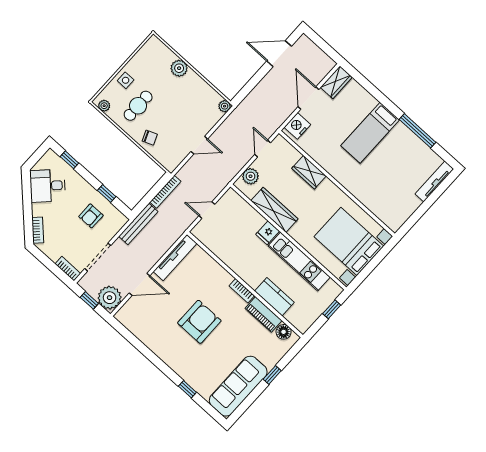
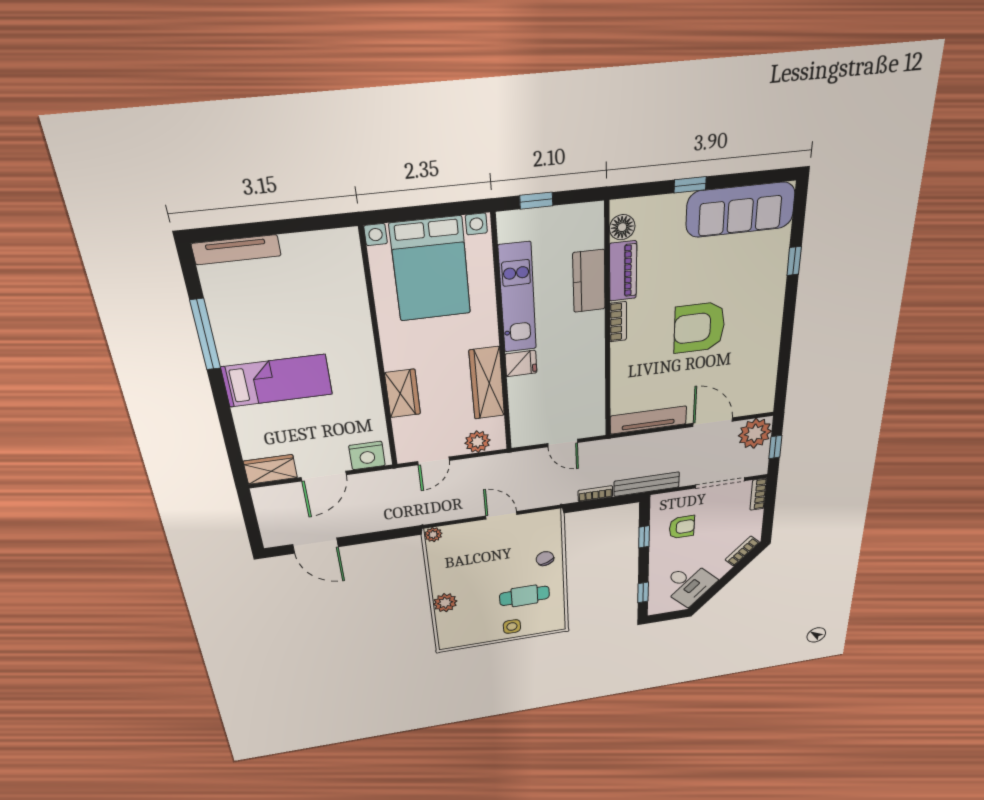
plant: (104, 106) -> (557, 618), removed
bookcase: (165, 192) -> (595, 494), width x0.64

